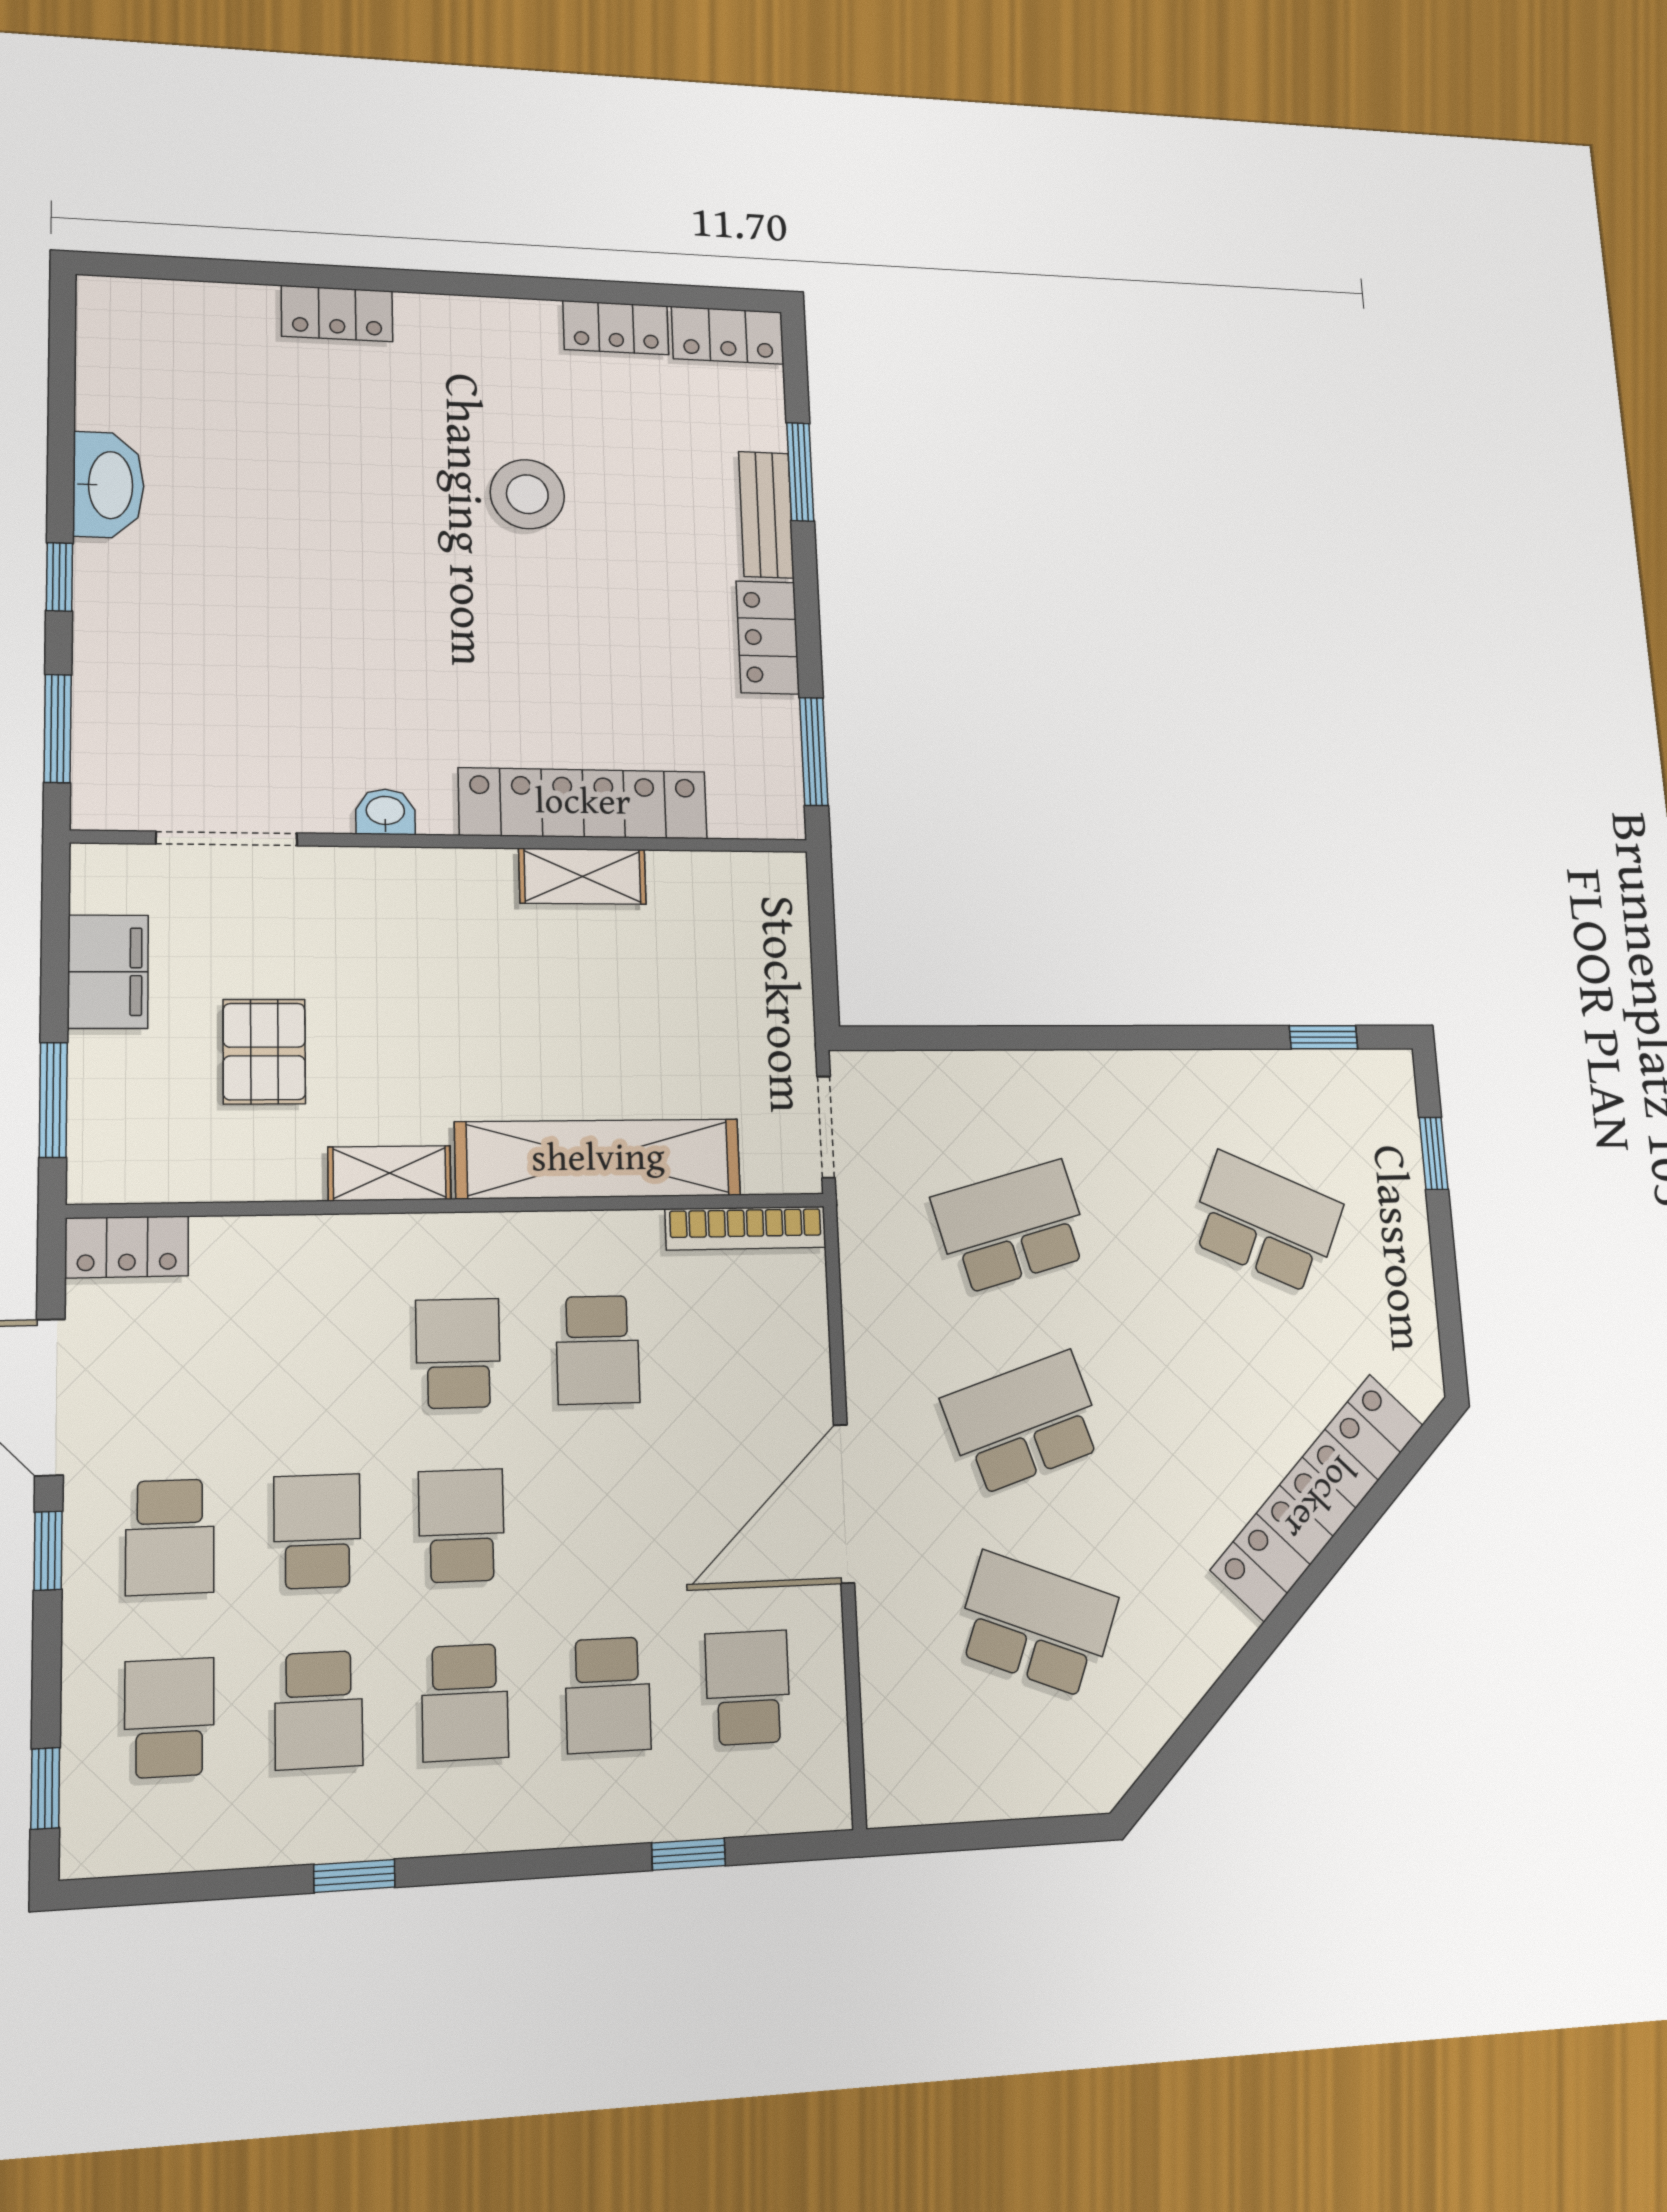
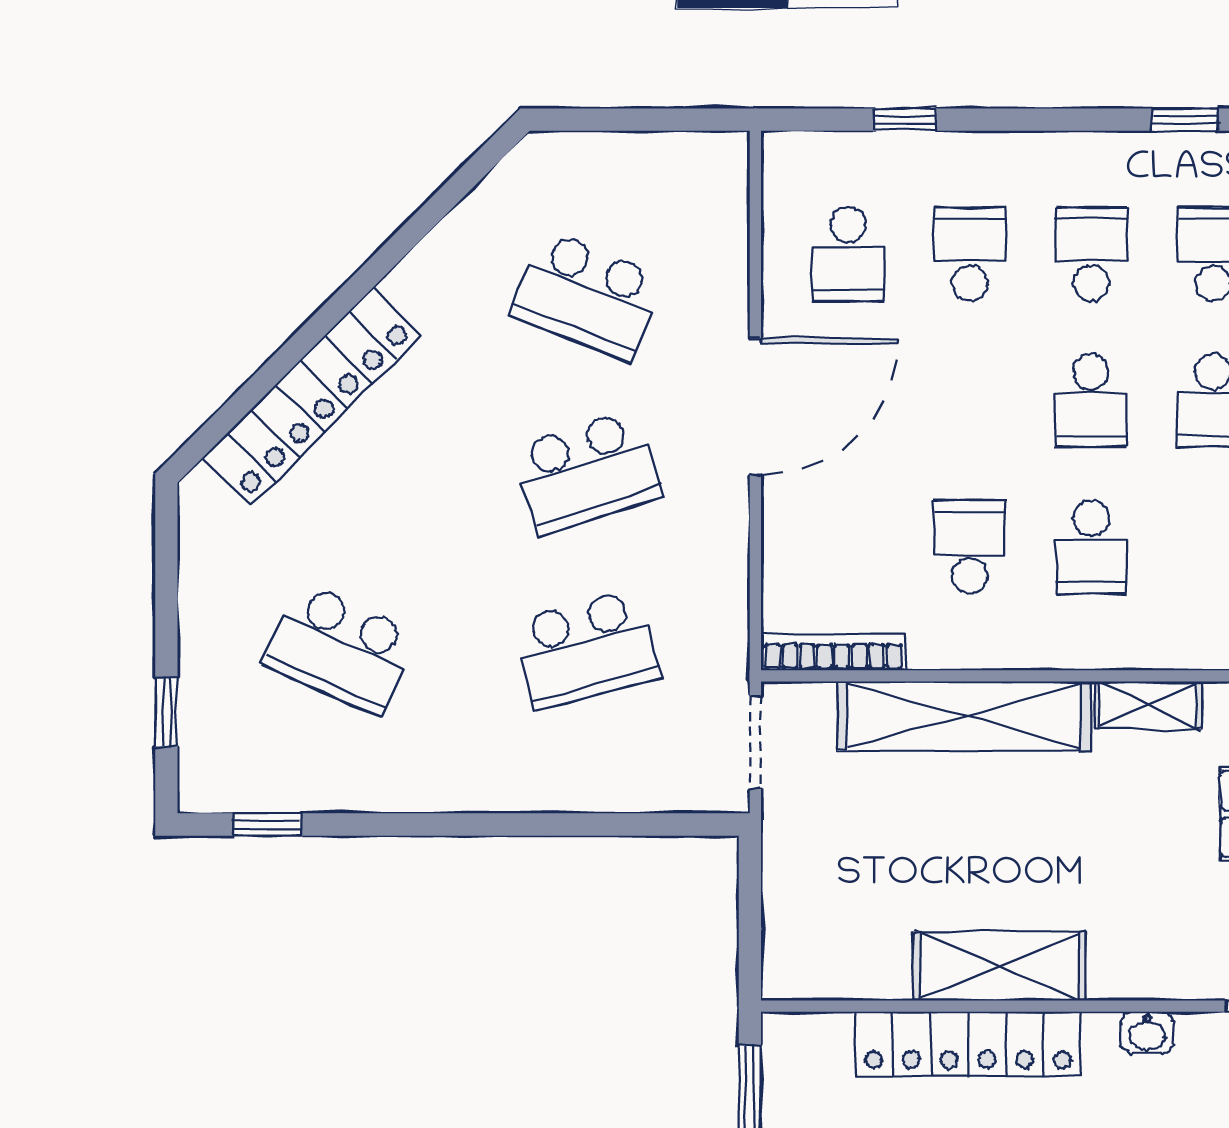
shelving: (582, 876) -> (999, 966), width x1.50, depth x1.33

